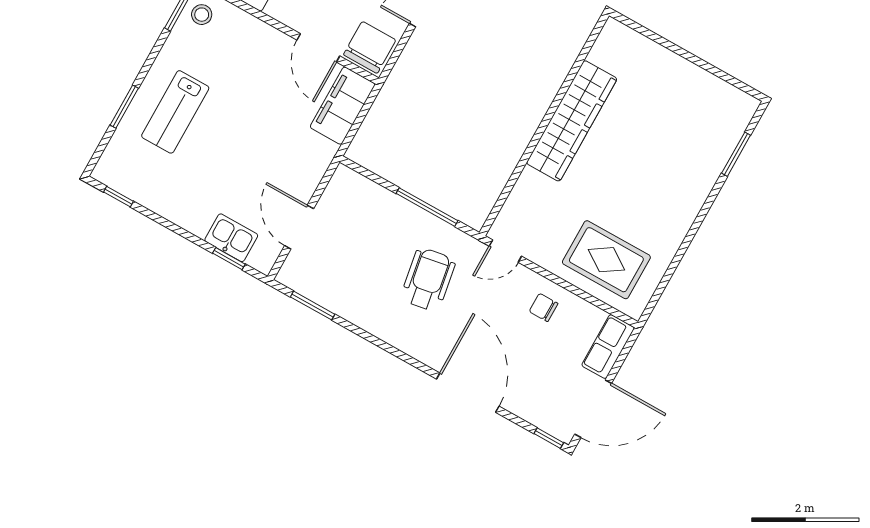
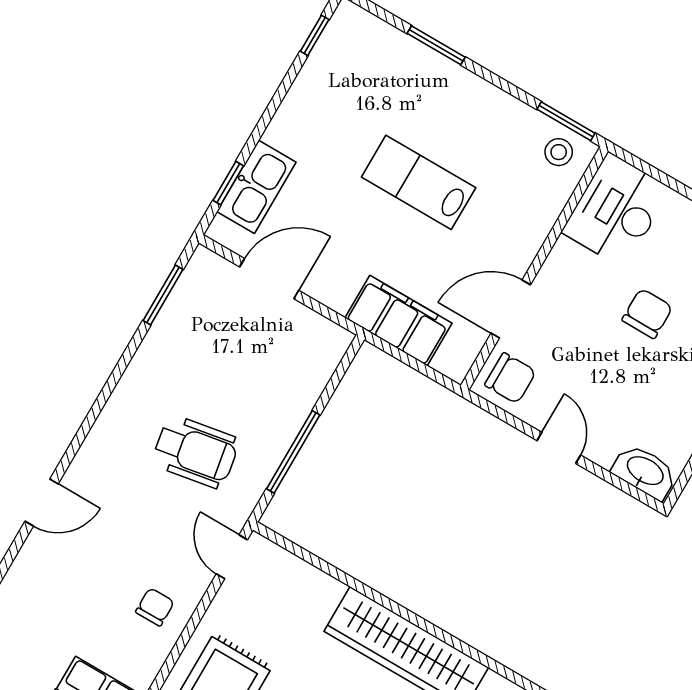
chair: (370, 47) -> (510, 378), width x0.73, depth x0.73
filing cabinet: (343, 106) -> (398, 321), moved
lab bench: (175, 112) -> (419, 182), moved
kitchen sink: (231, 238) -> (256, 187), width x1.38
door: (468, 393) -> (42, 503), width x0.53

